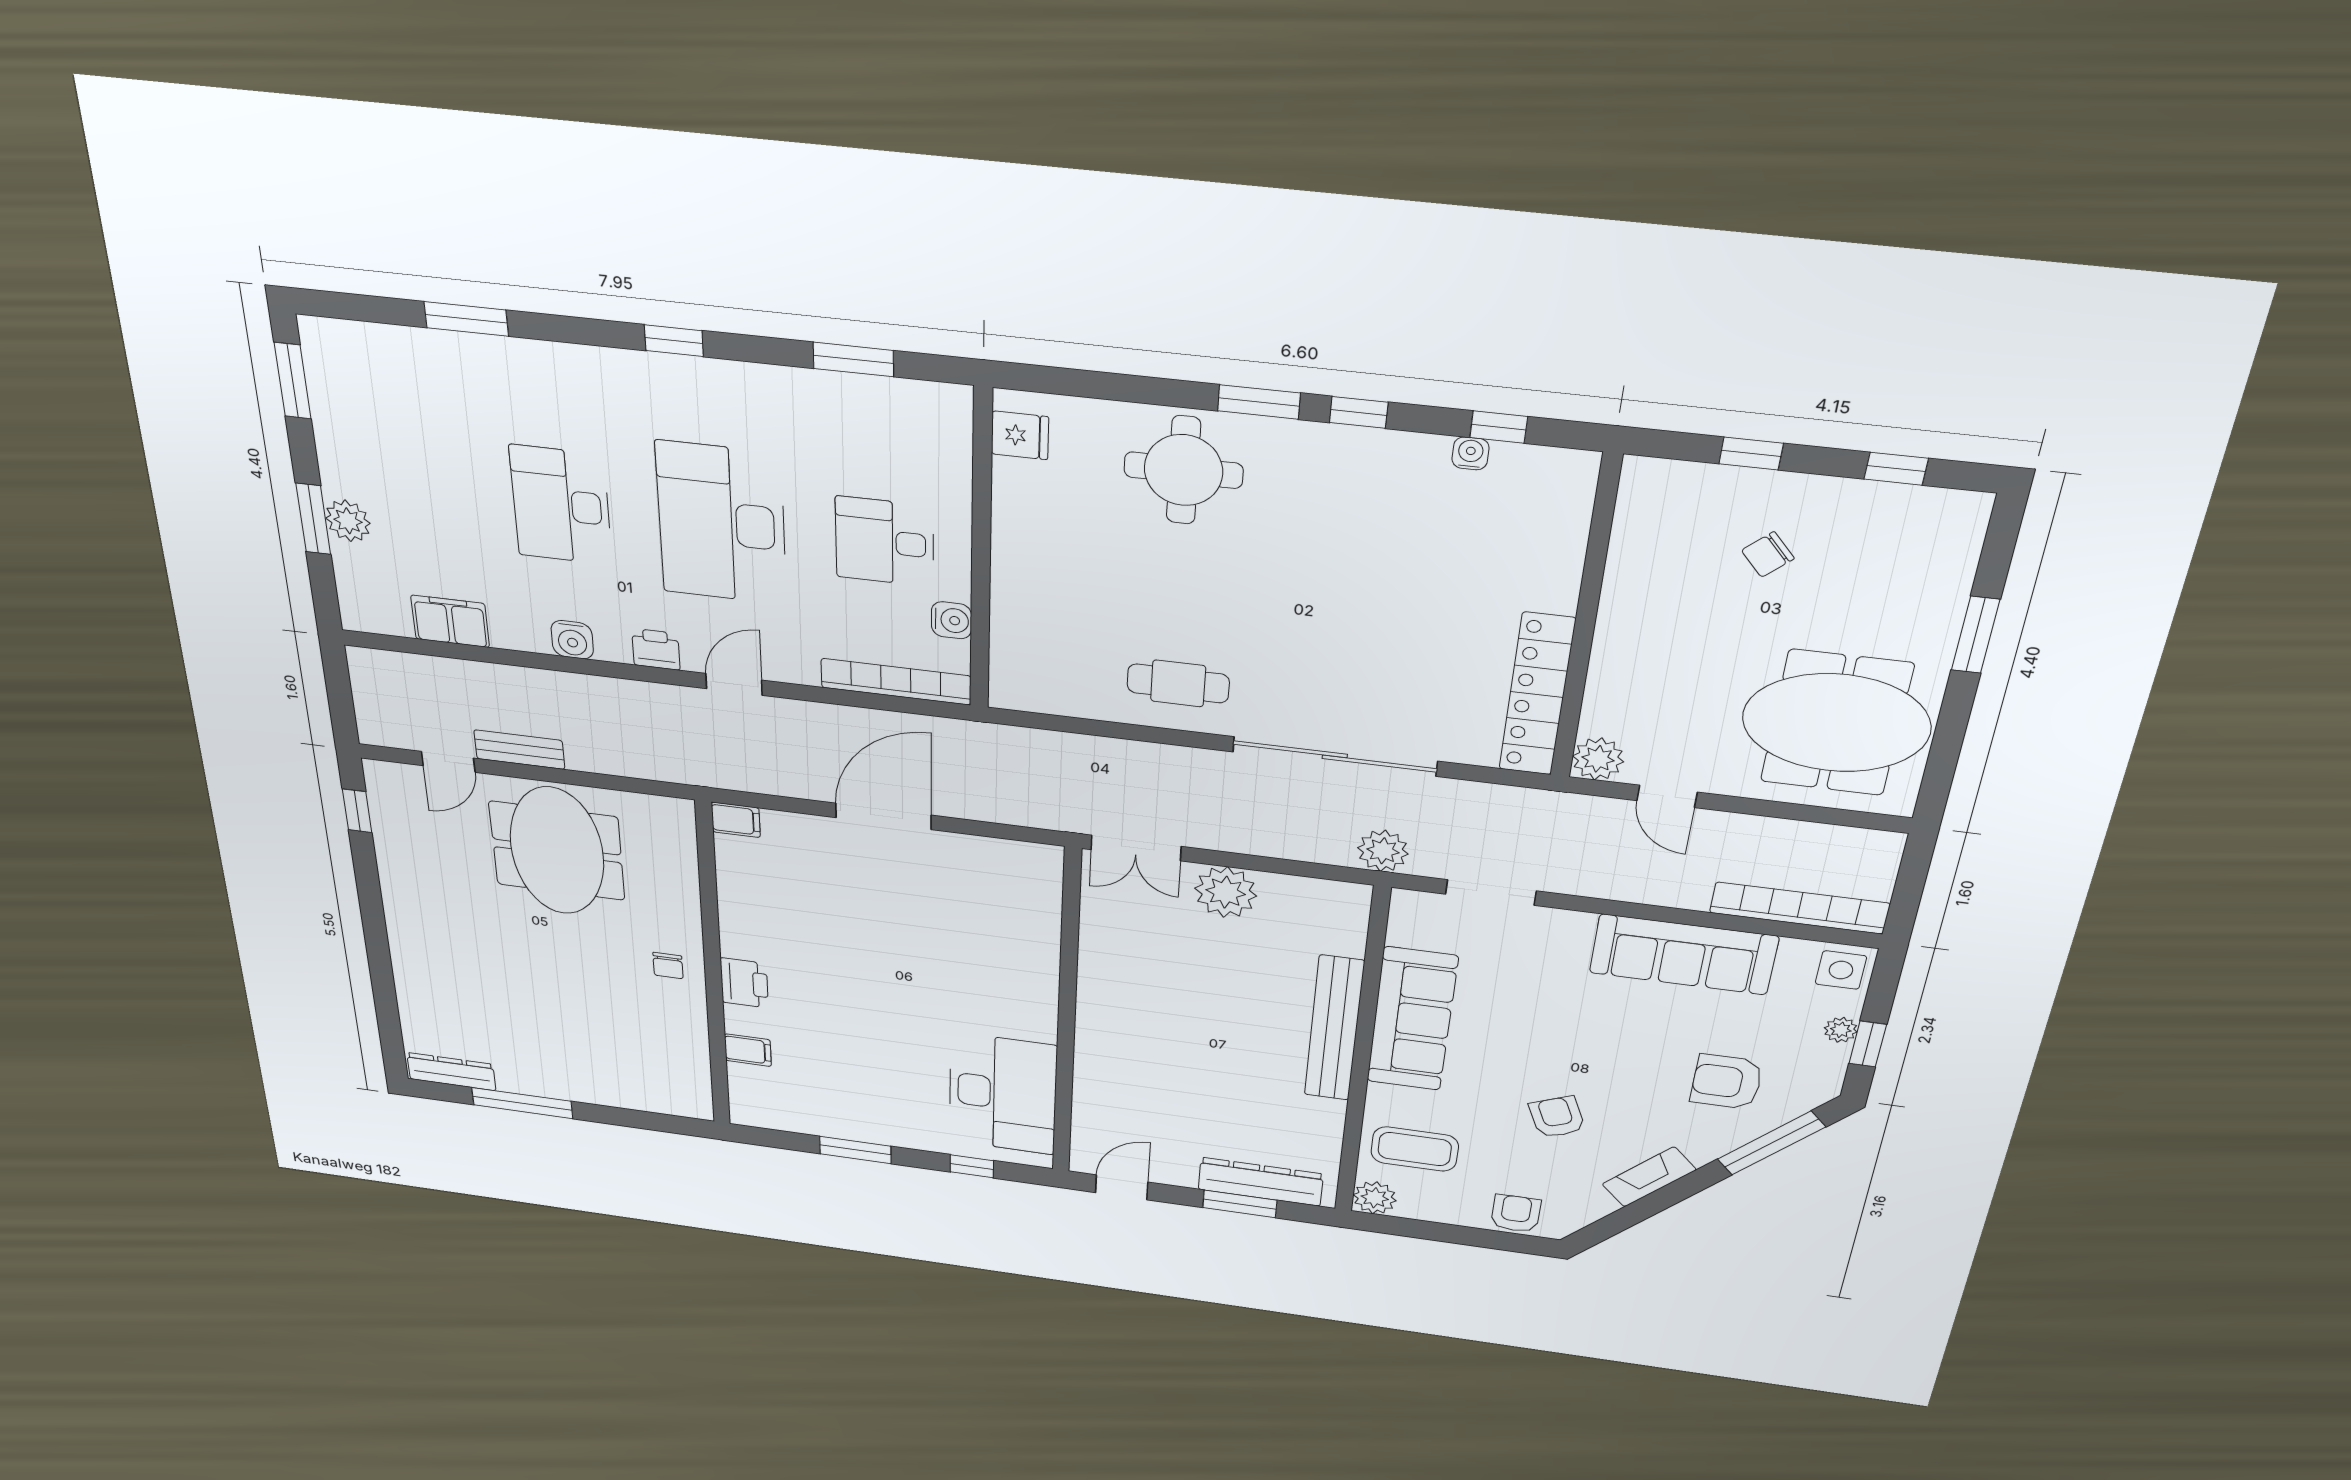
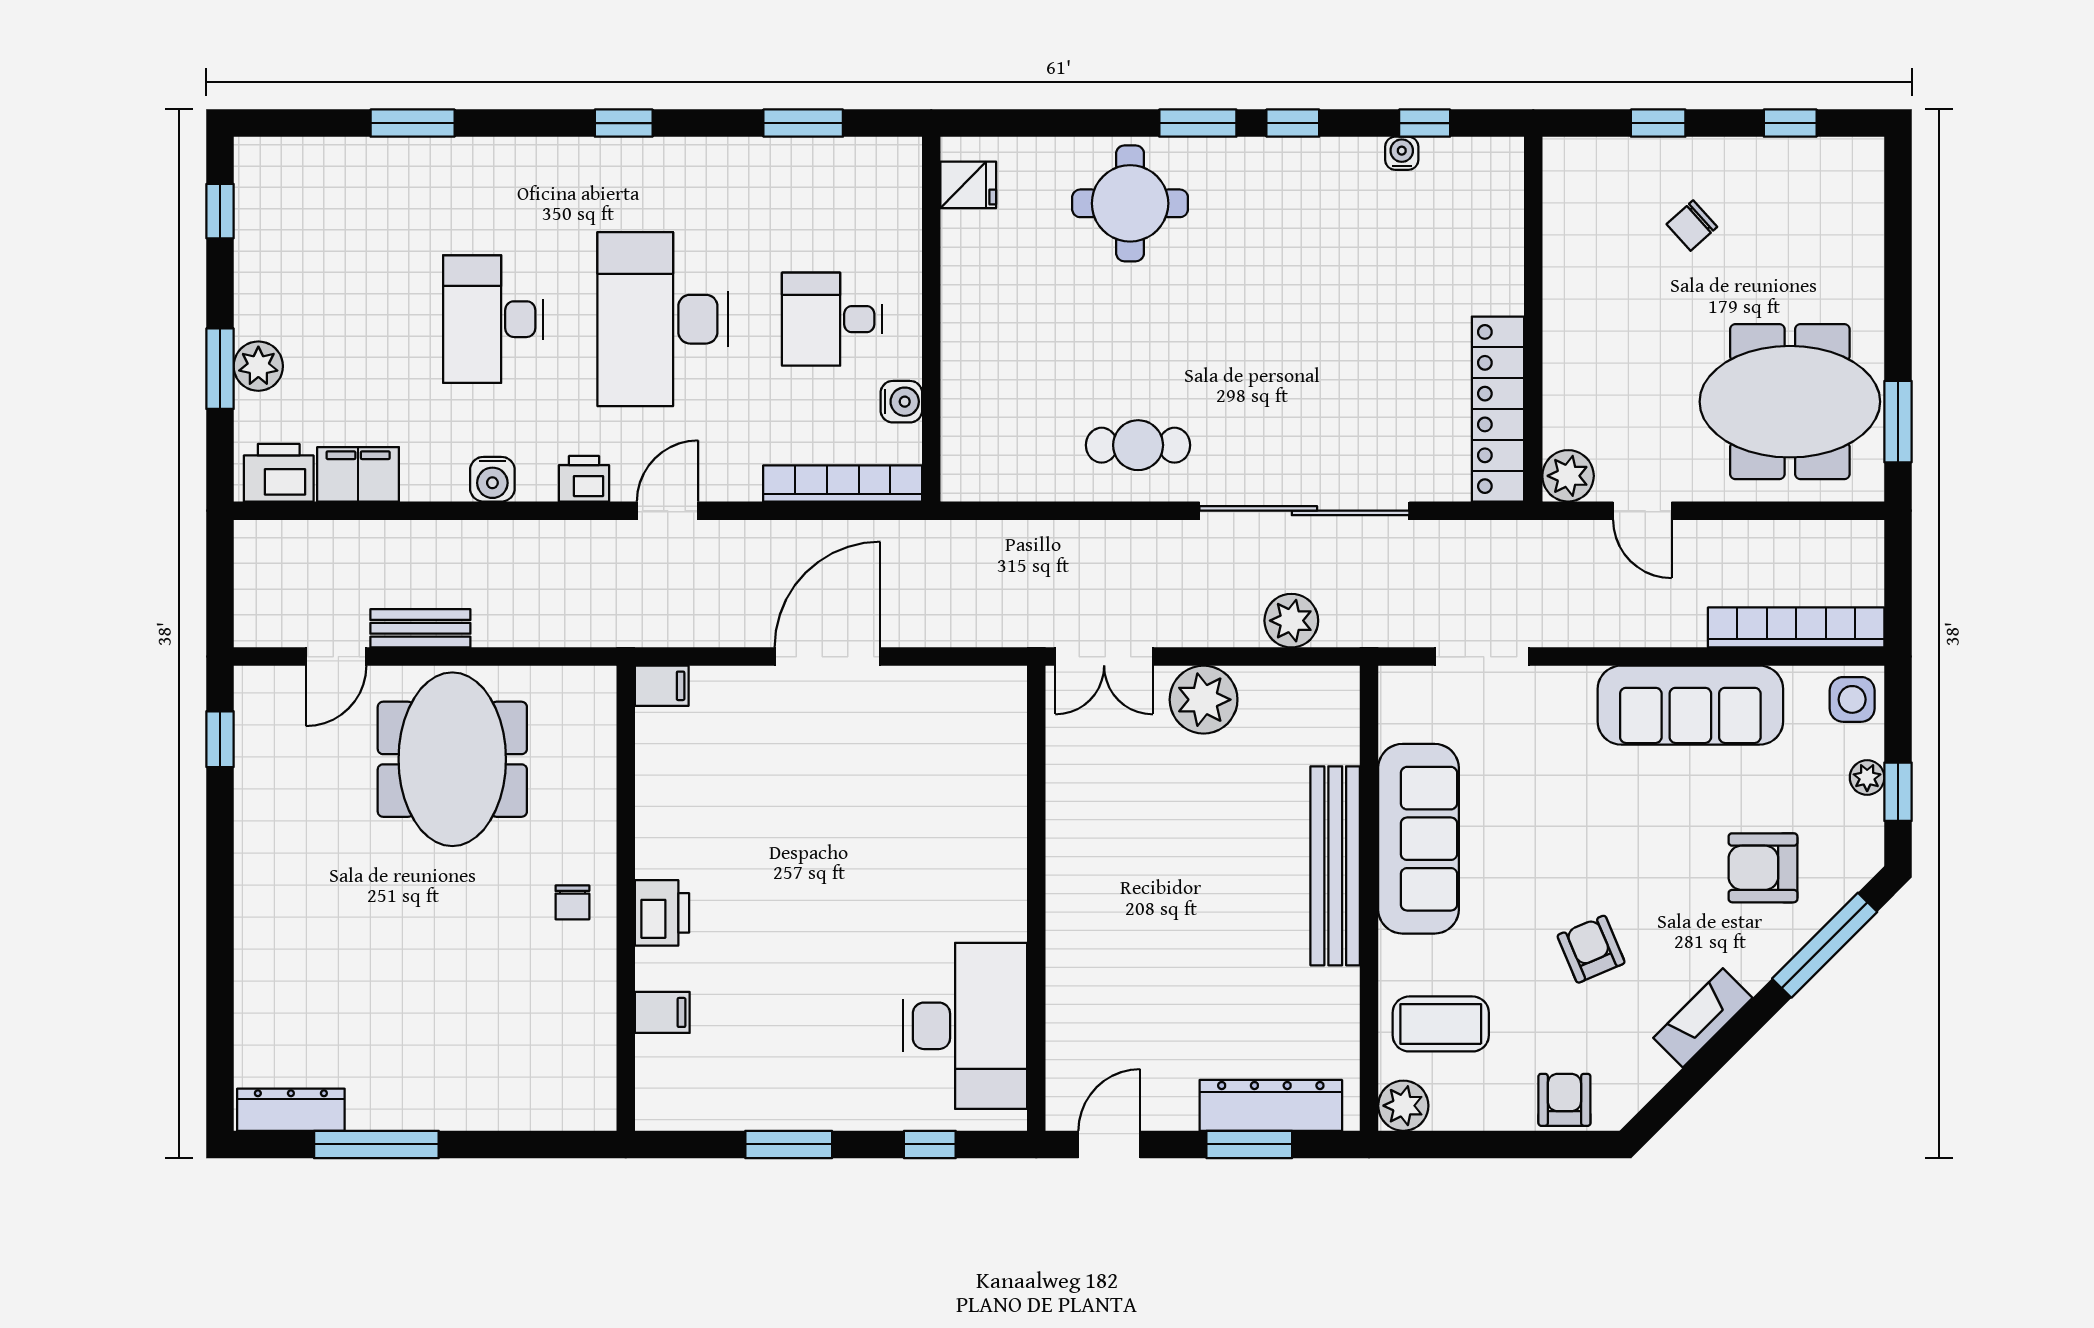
window: (293, 381) -> (220, 211), width x0.67
printer: (379, 612) -> (279, 473), added
window: (1976, 635) -> (1898, 422), moved
plant: (1383, 851) -> (1291, 621), moved

